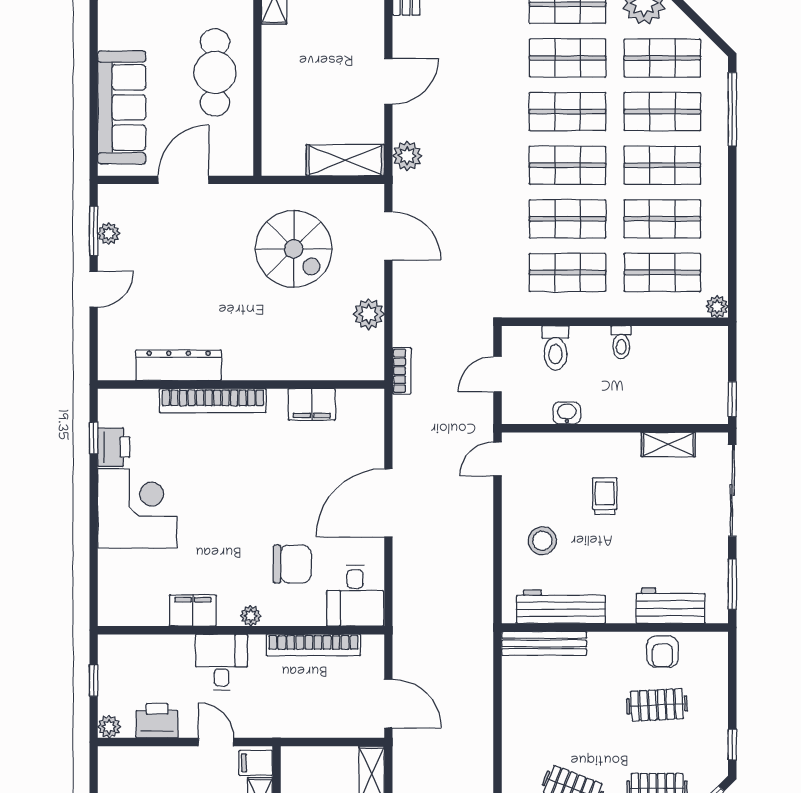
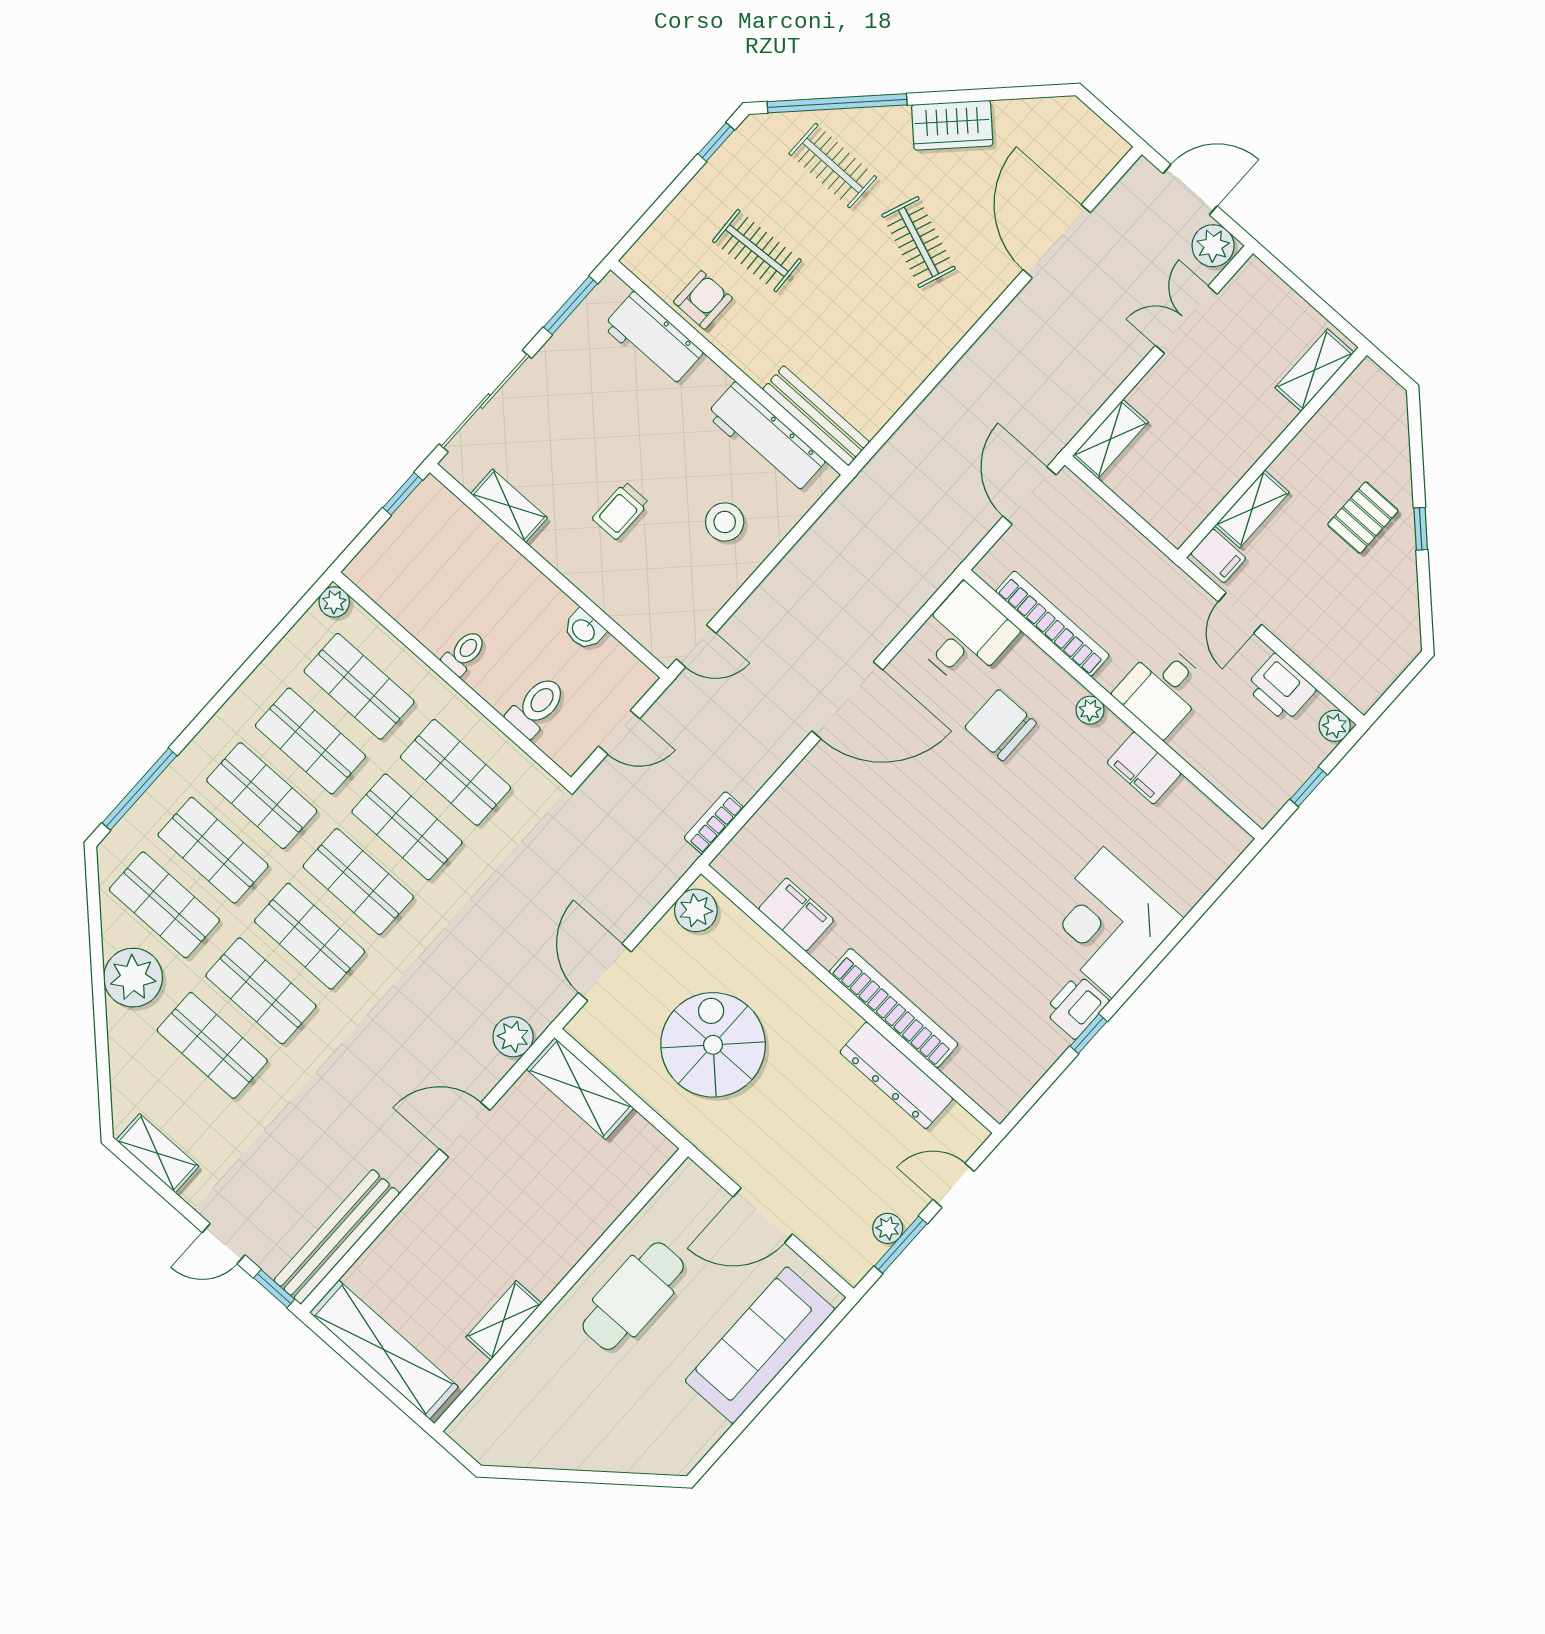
dresser: (179, 365) -> (896, 1075), moved
wall: (241, 385) -> (850, 999), moved
bookcase: (213, 401) -> (894, 1008), moved
filing cabinet: (312, 404) -> (796, 915), moved

